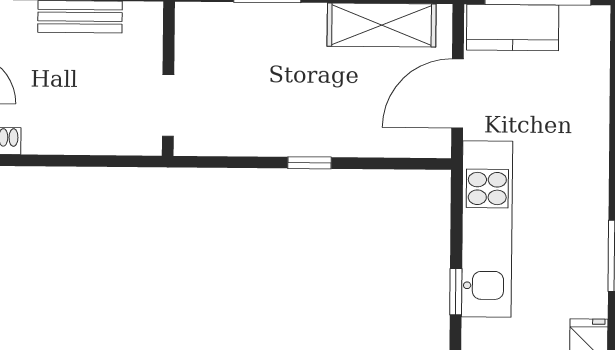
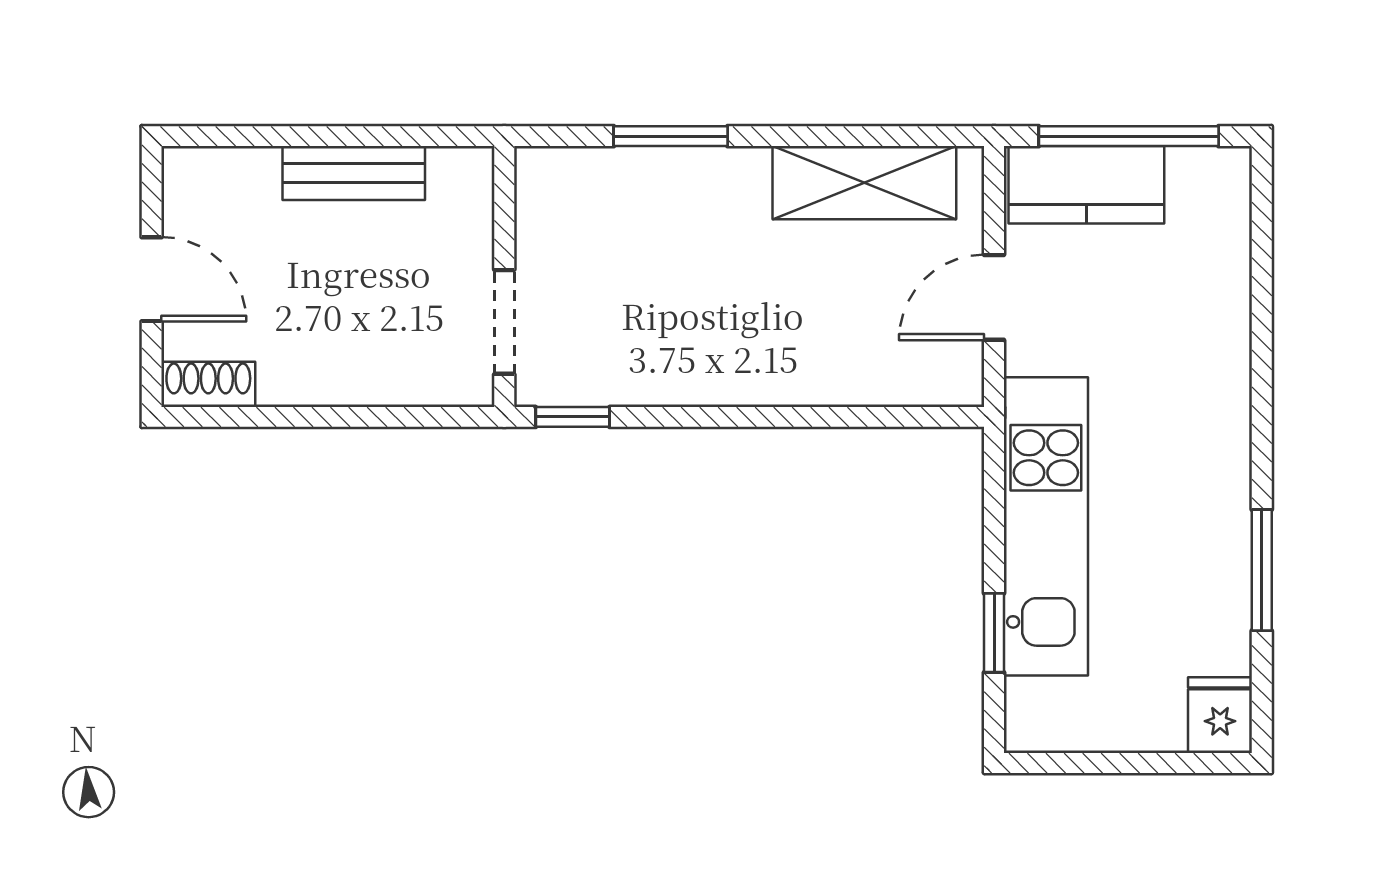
door: (458, 94) -> (994, 297), width x0.73
window: (310, 163) -> (573, 417), moved

